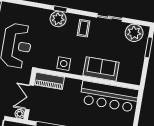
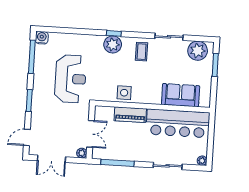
sofa: (101, 69) -> (181, 95), moved
piano: (49, 81) -> (130, 115), moved
double door: (29, 97) -> (90, 134), swing flipped

